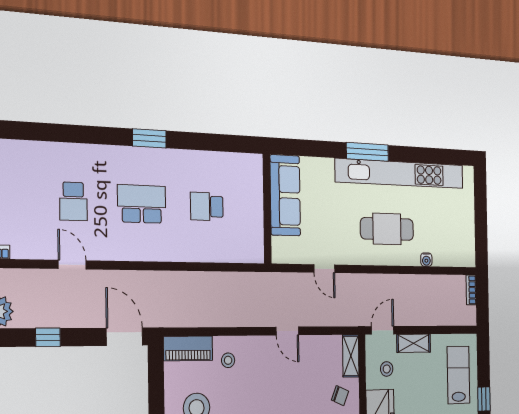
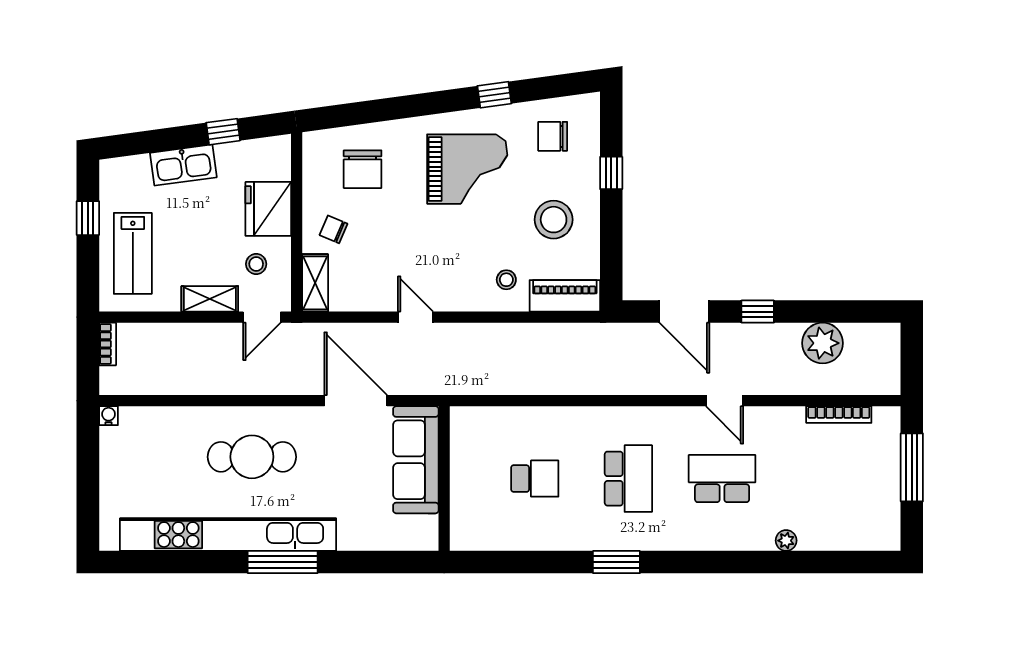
plant: (24, 149) -> (786, 541), added
sofa: (285, 195) -> (416, 460), moved
school desk: (73, 201) -> (722, 479), width x1.85
school desk: (142, 204) -> (628, 479), turned -90
water cooler: (426, 260) -> (109, 416), moved
door: (324, 269) -> (356, 401), width x1.88
bookcase: (471, 290) -> (108, 344), moved
door: (124, 337) -> (684, 312), moved

